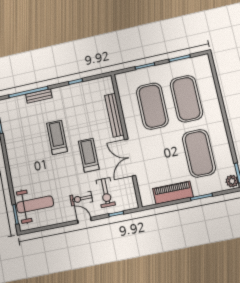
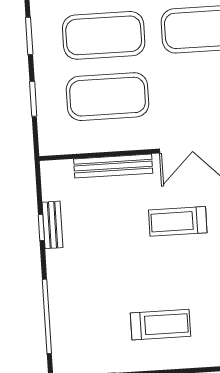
bench: (39, 96) -> (53, 225), moved
treadmill: (57, 137) -> (160, 325), moved, turned 180

